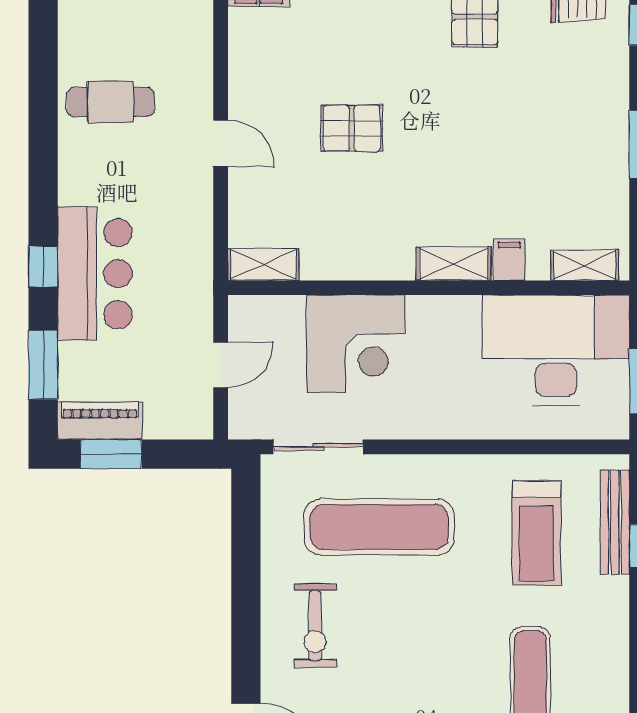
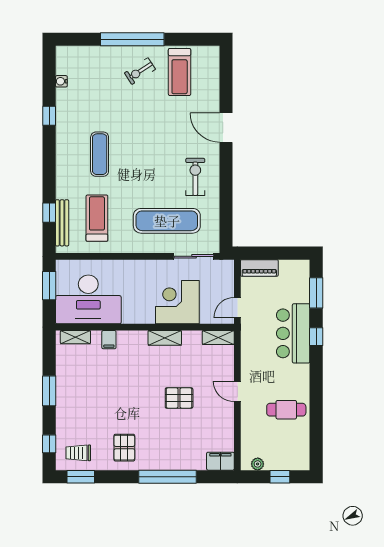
shelving: (454, 264) -> (165, 338), moved
door: (221, 365) -> (237, 308), moved
piano: (100, 421) -> (259, 268), moved
window: (111, 454) -> (286, 253), removed

